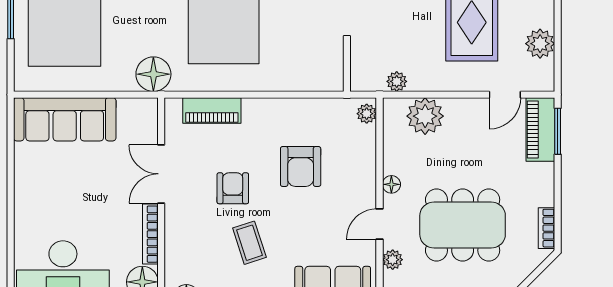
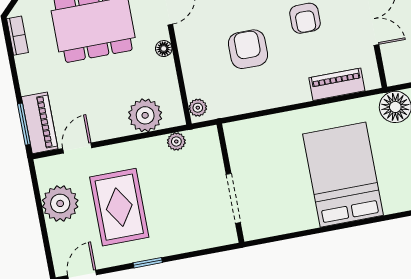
plant: (540, 44) -> (60, 203), width x1.36, depth x1.36

